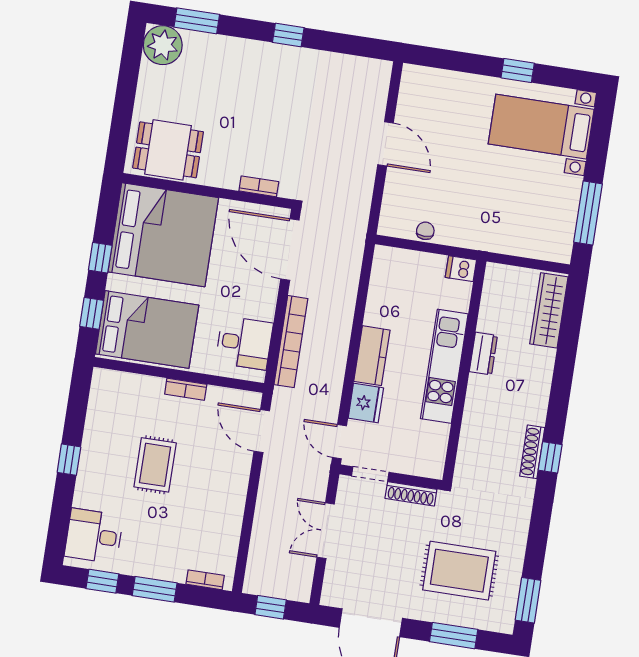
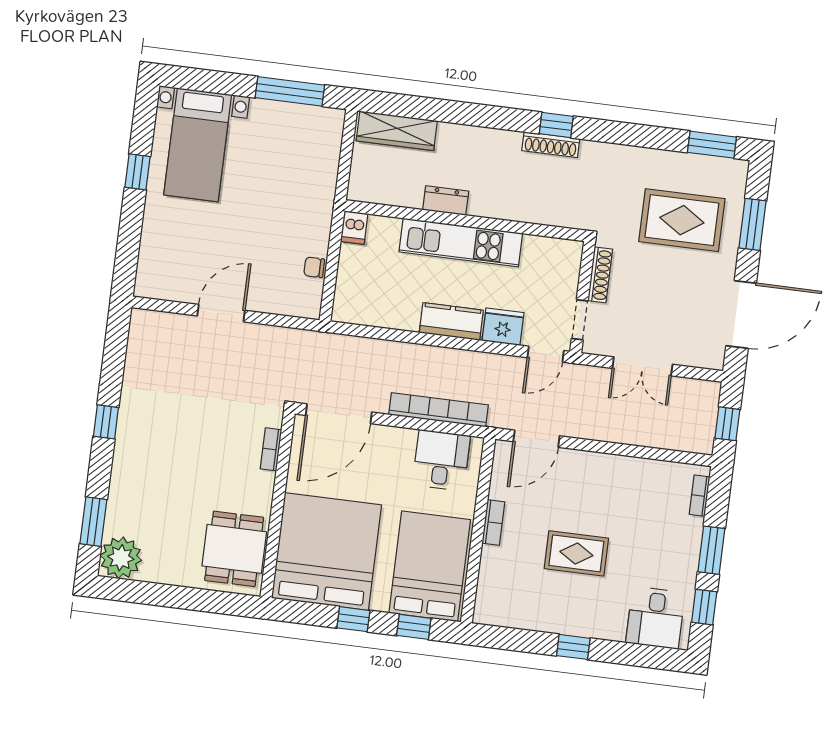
rug: (459, 571) -> (682, 220), turned 90

